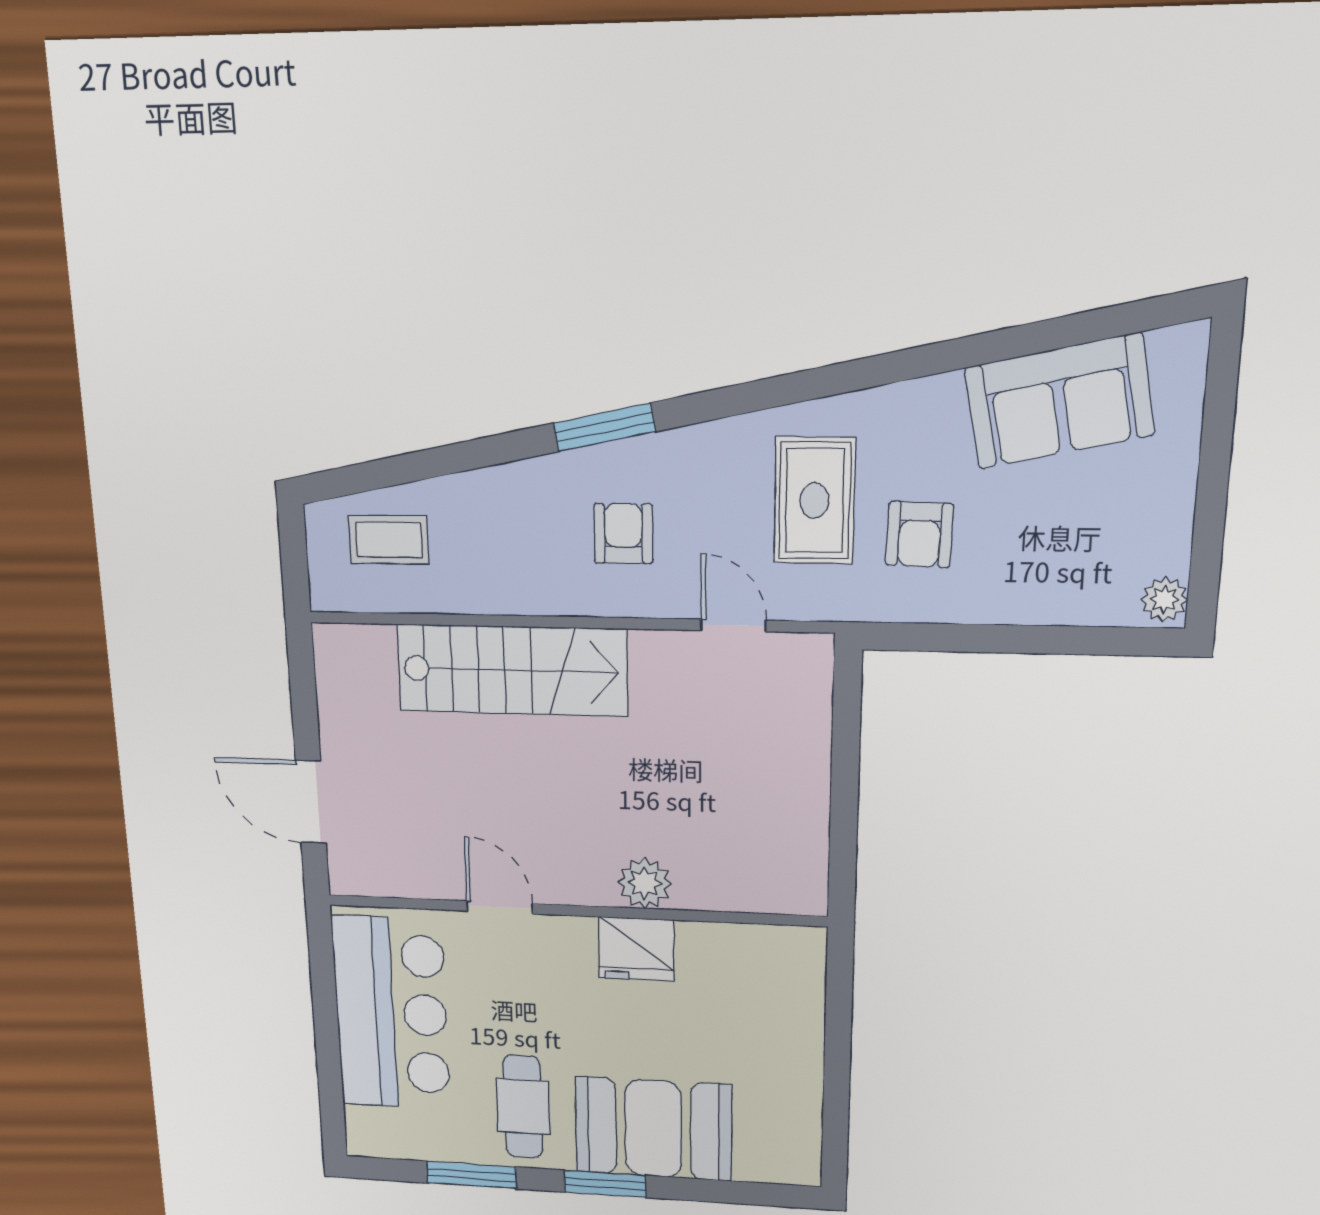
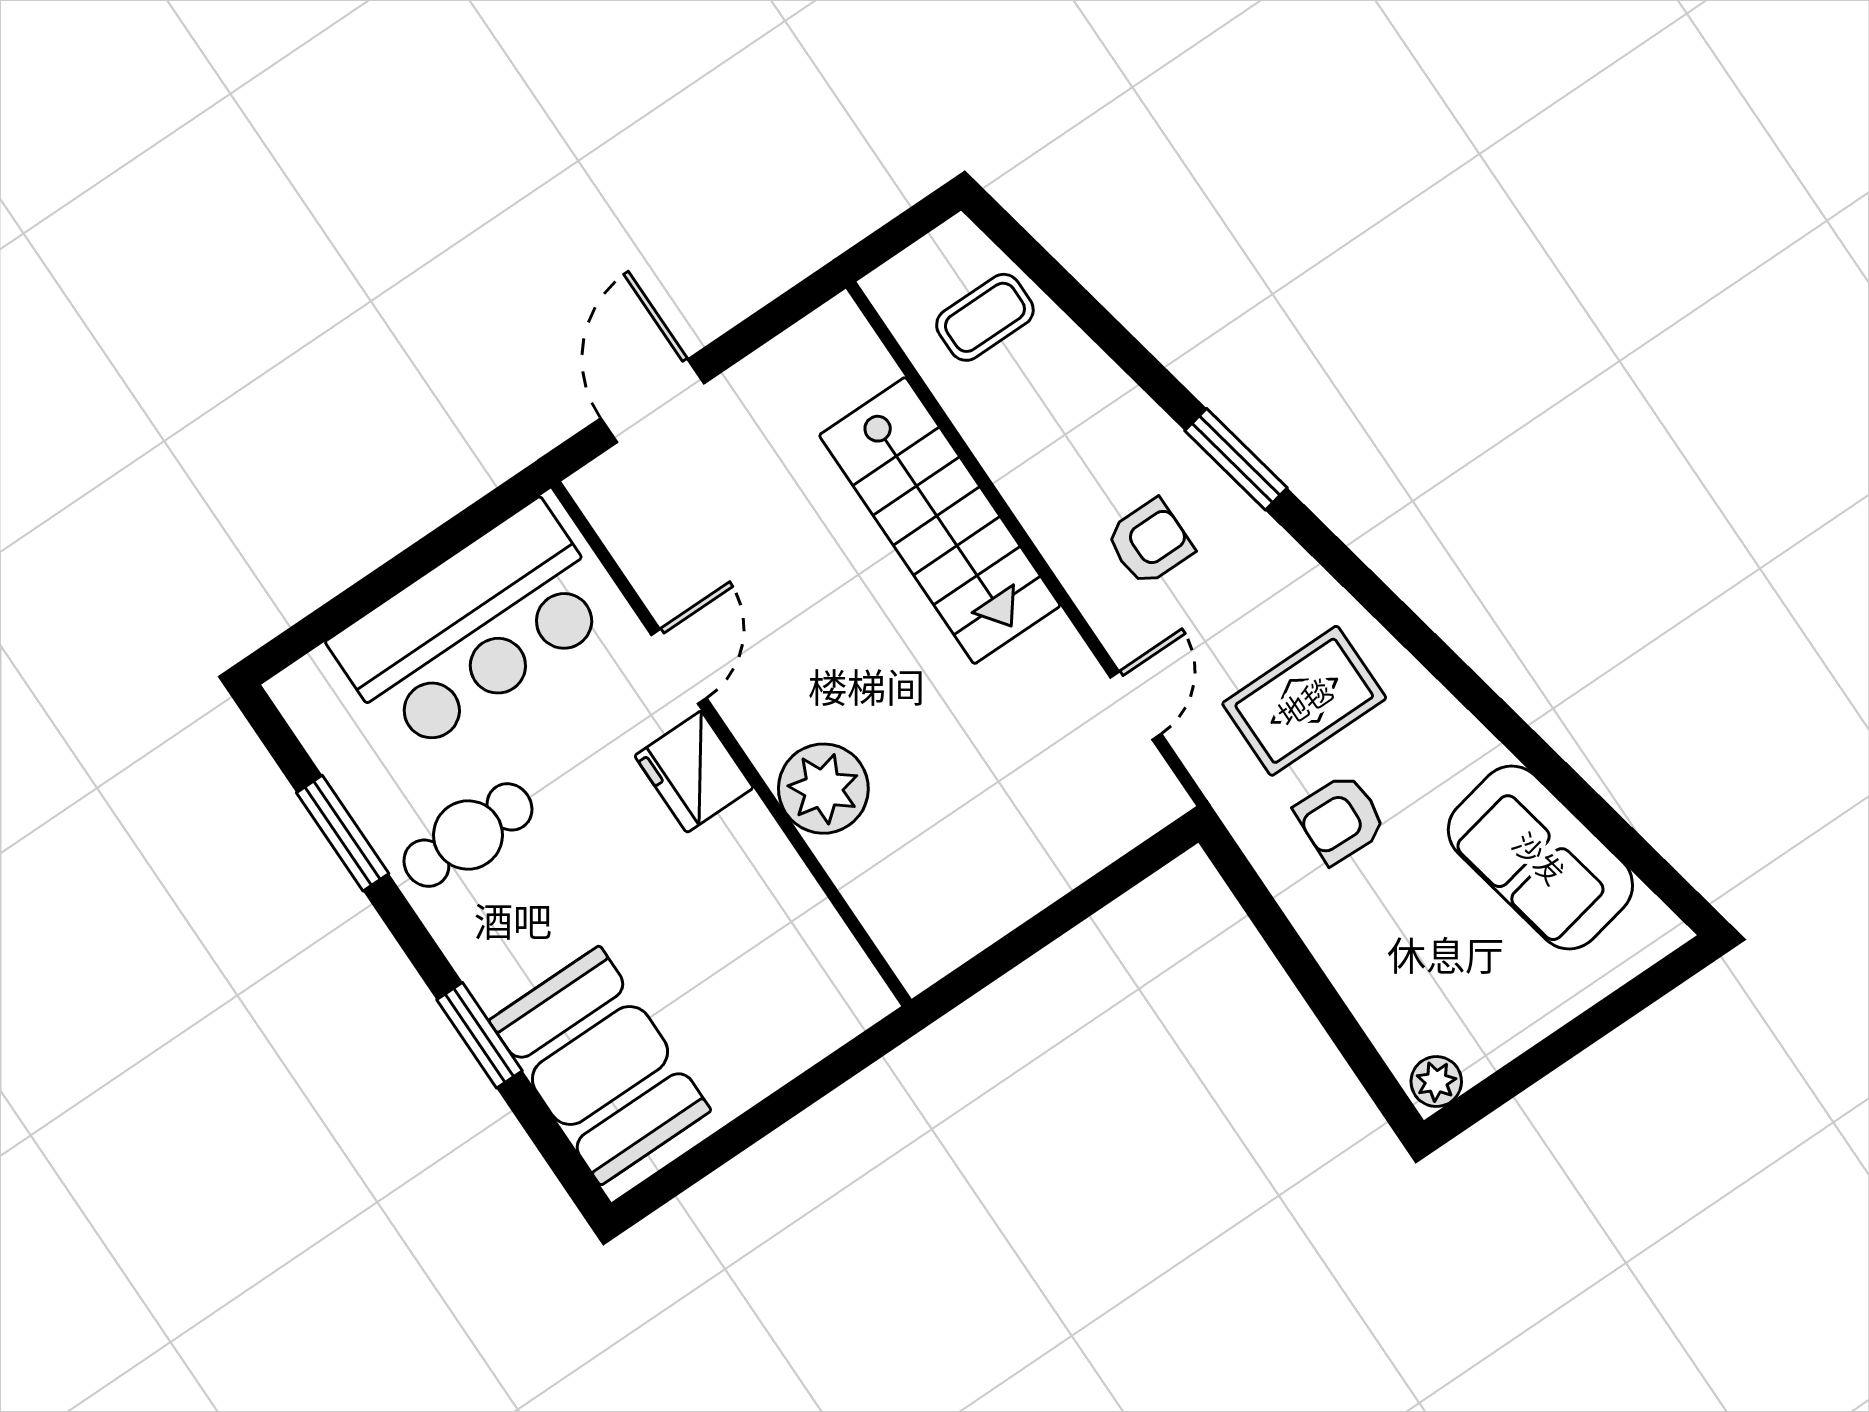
coffee table: (389, 540) -> (985, 317), turned 90
plant: (645, 883) -> (823, 789), width x1.36, depth x1.36
fridge: (636, 949) -> (694, 772), moved
booth: (653, 1129) -> (600, 1065), moved
window: (605, 1184) -> (480, 1035), moved

